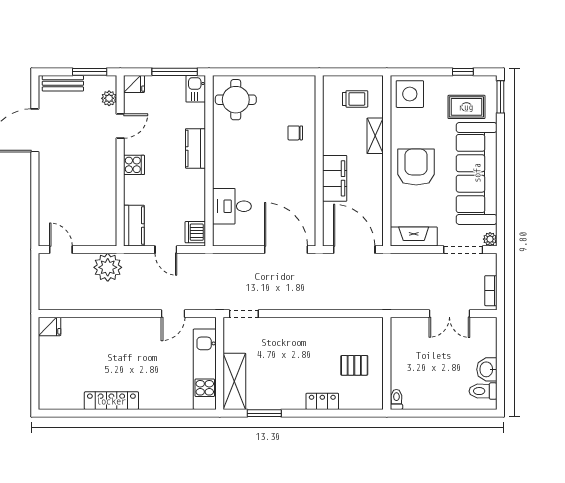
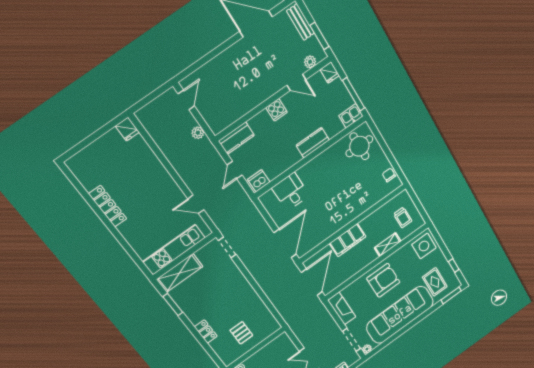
chair: (295, 133) -> (389, 175), moved
plant: (108, 267) -> (198, 133), width x0.53, depth x0.53

